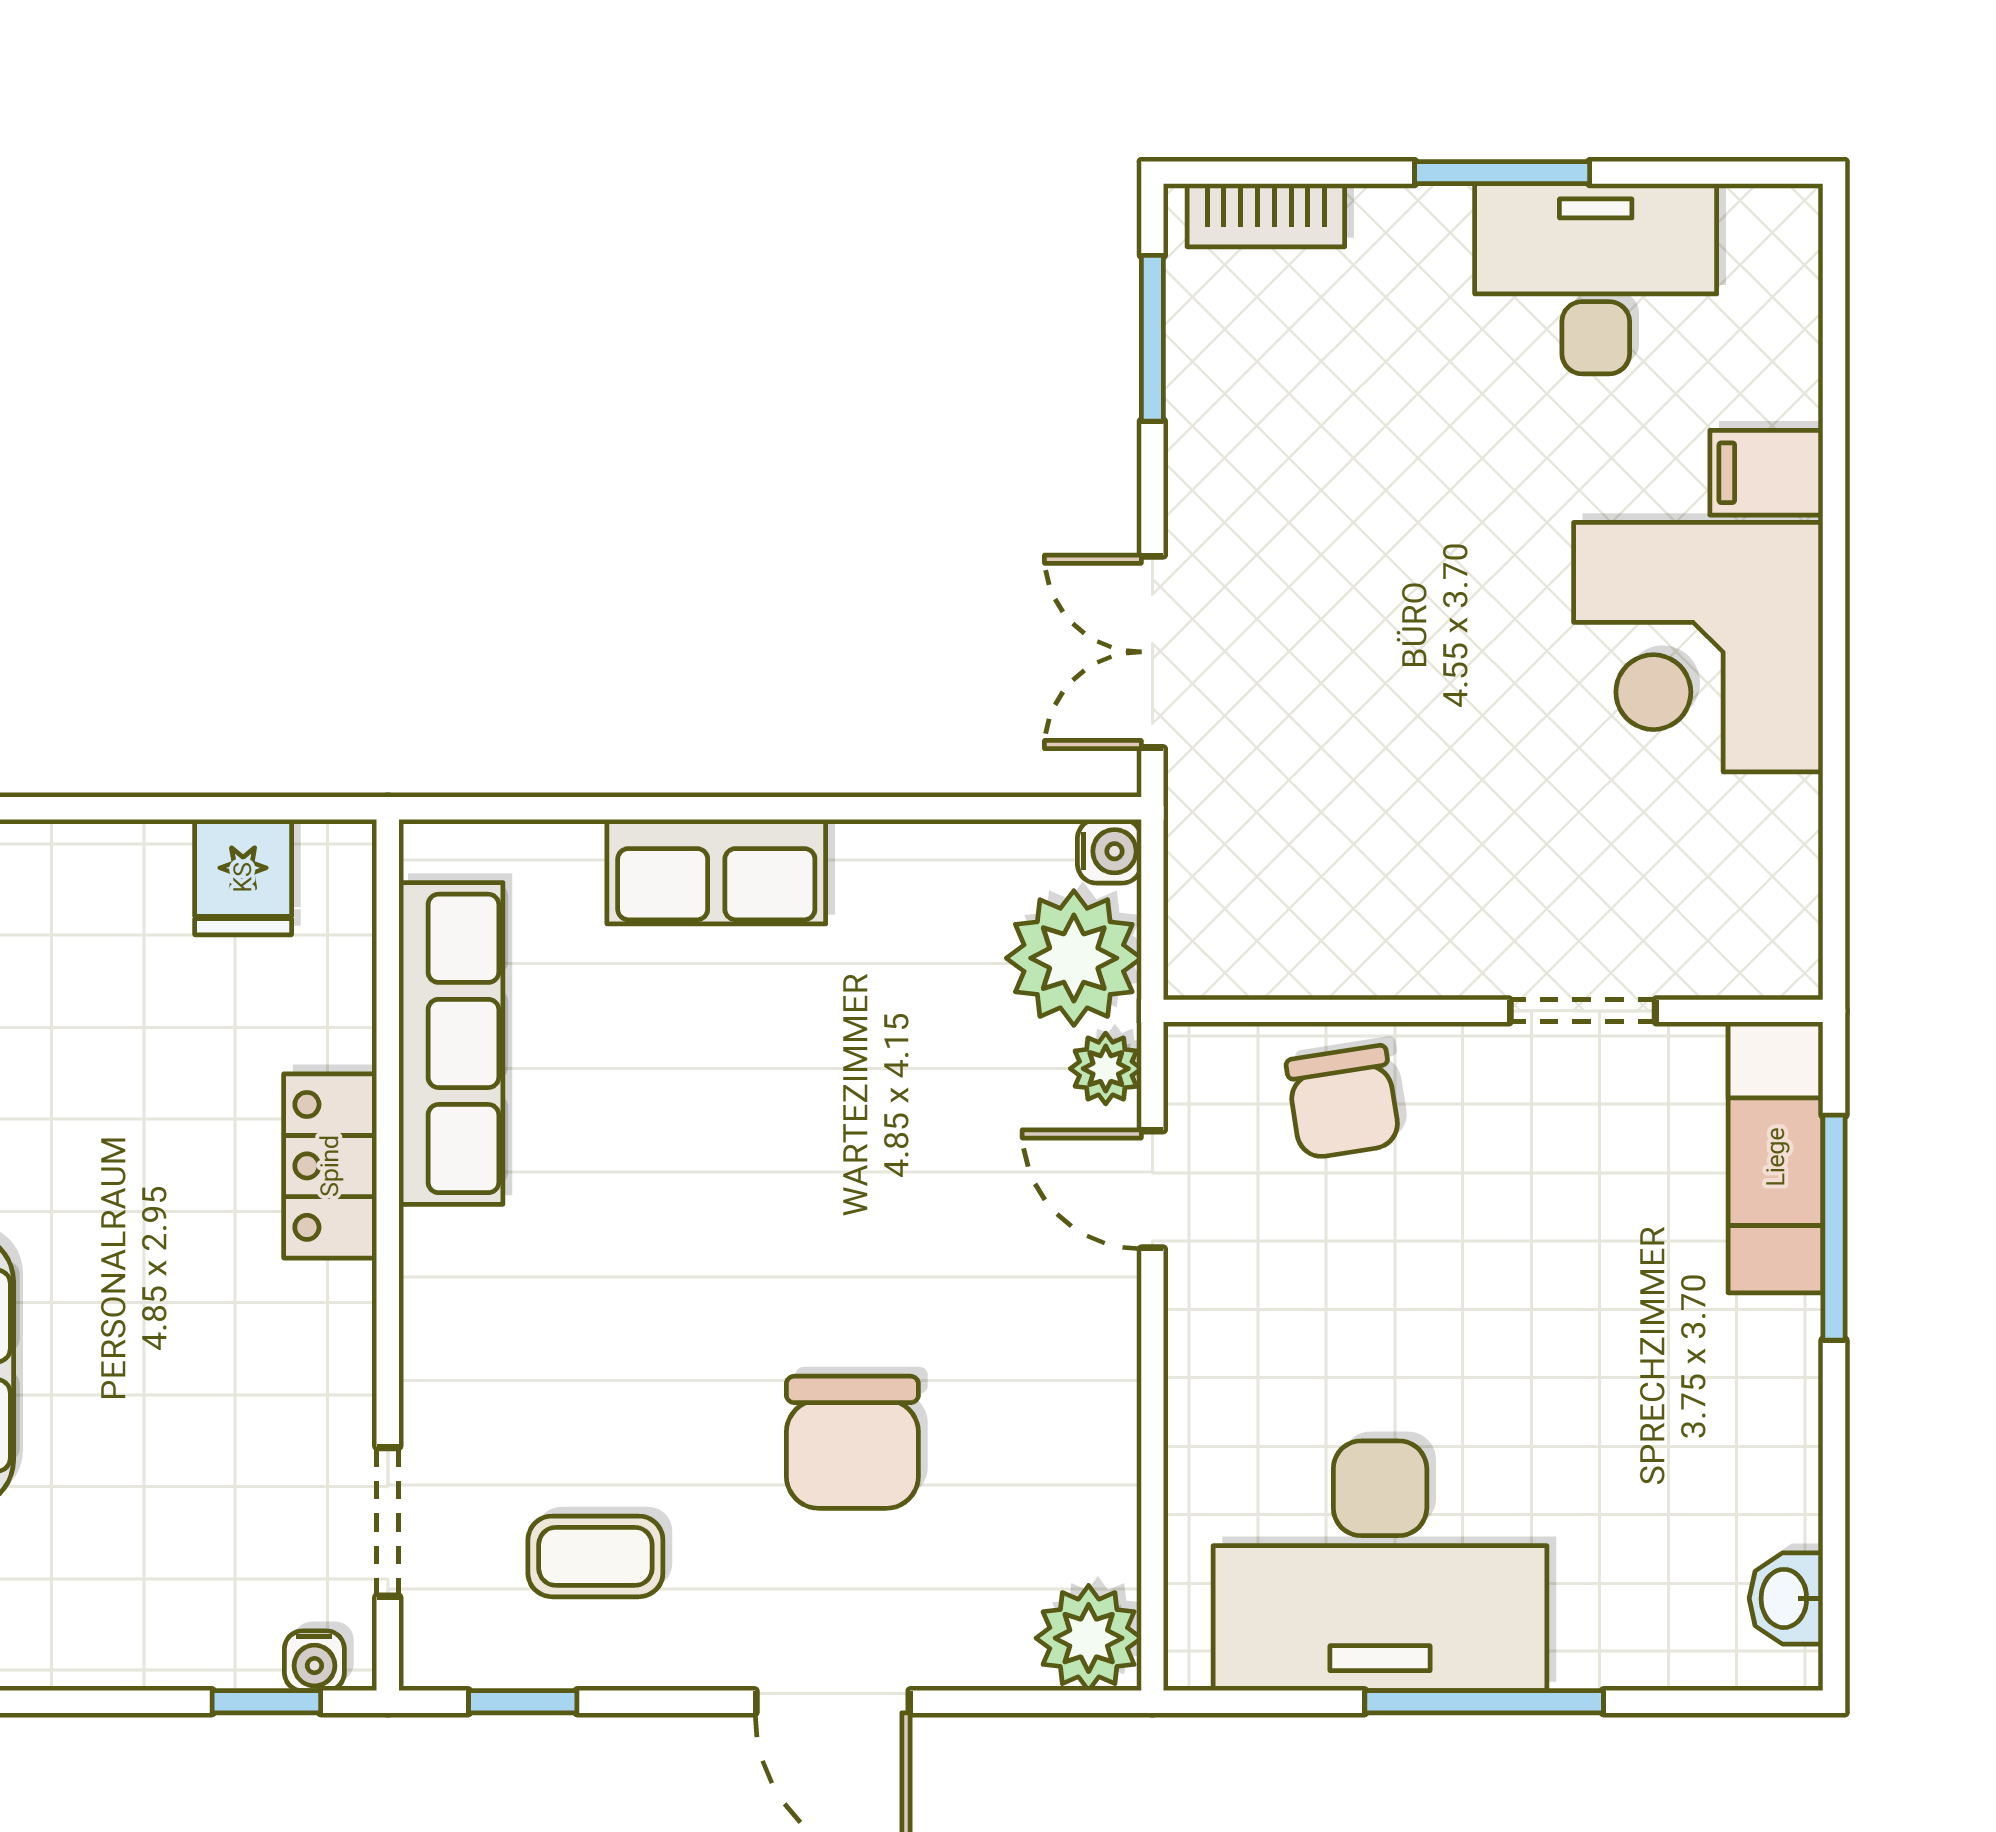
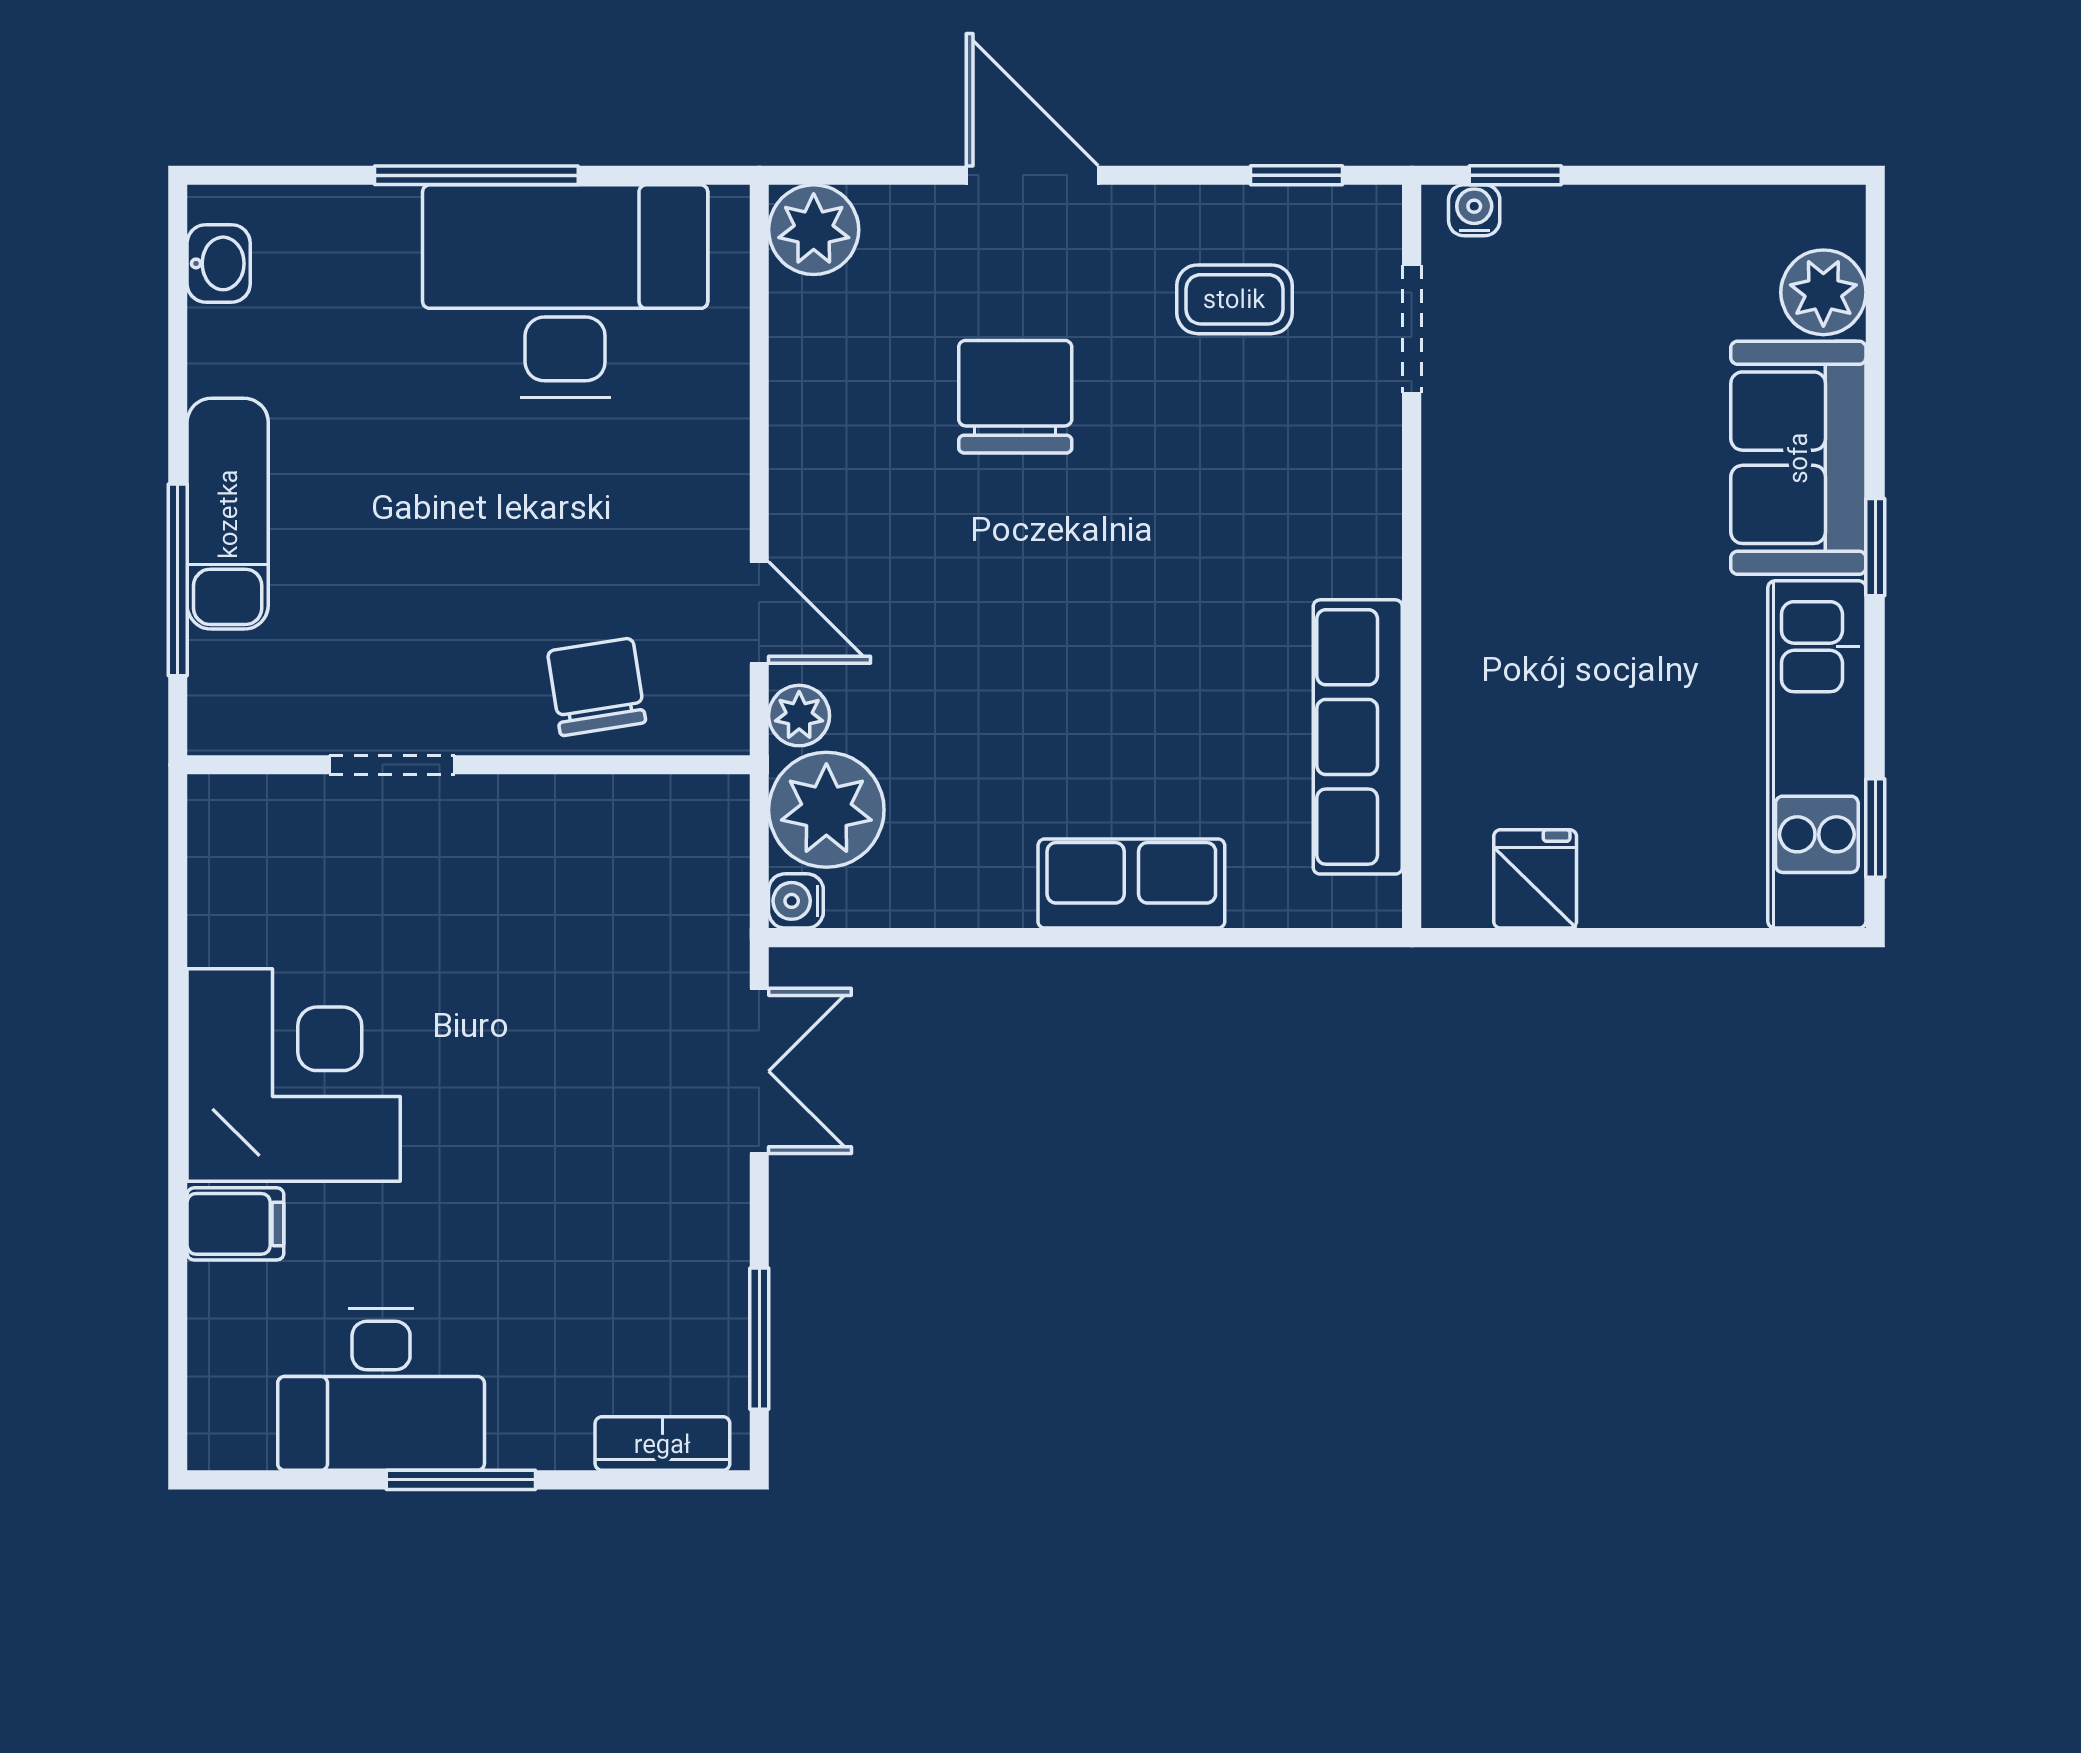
exam couch: (1776, 1157) -> (228, 514), moved
locker: (330, 1166) -> (1461, 632), removed

